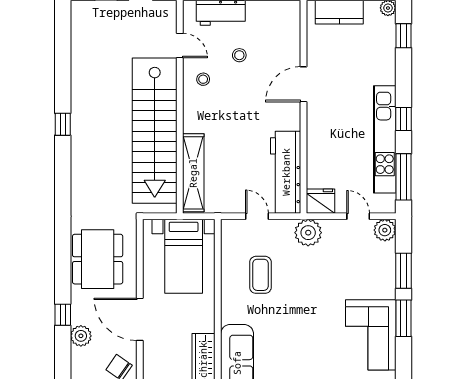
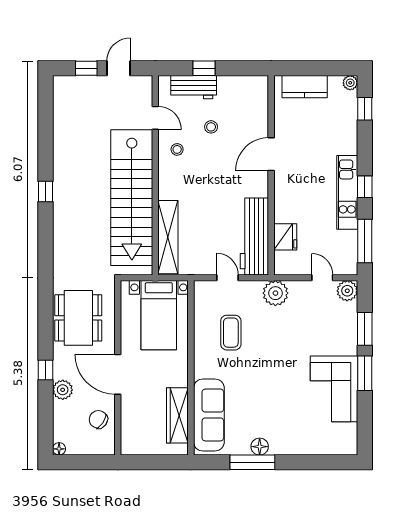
kitchen unit: (385, 139) -> (347, 192), width x0.73
fridge: (321, 201) -> (285, 237), moved, turned 90

